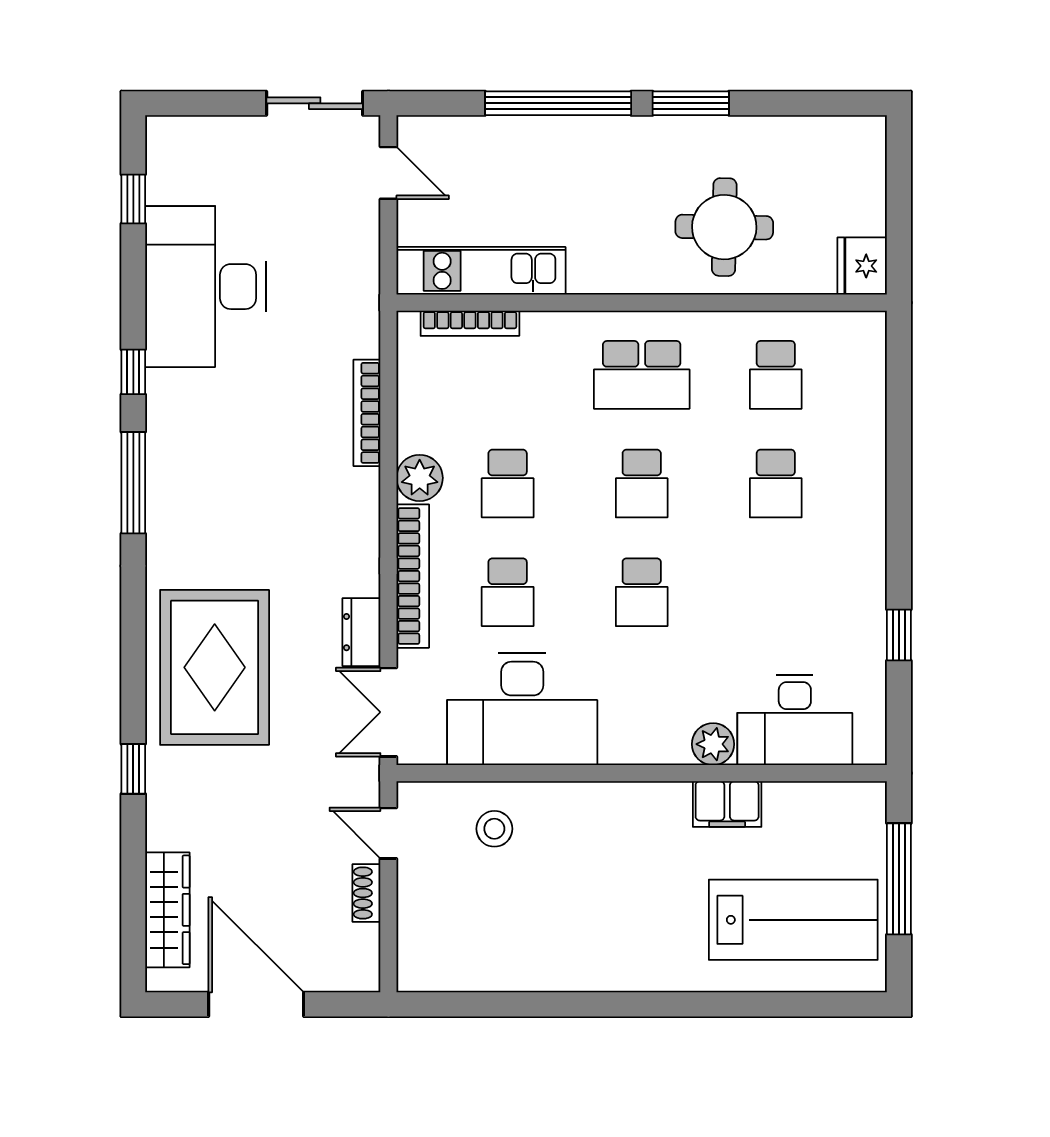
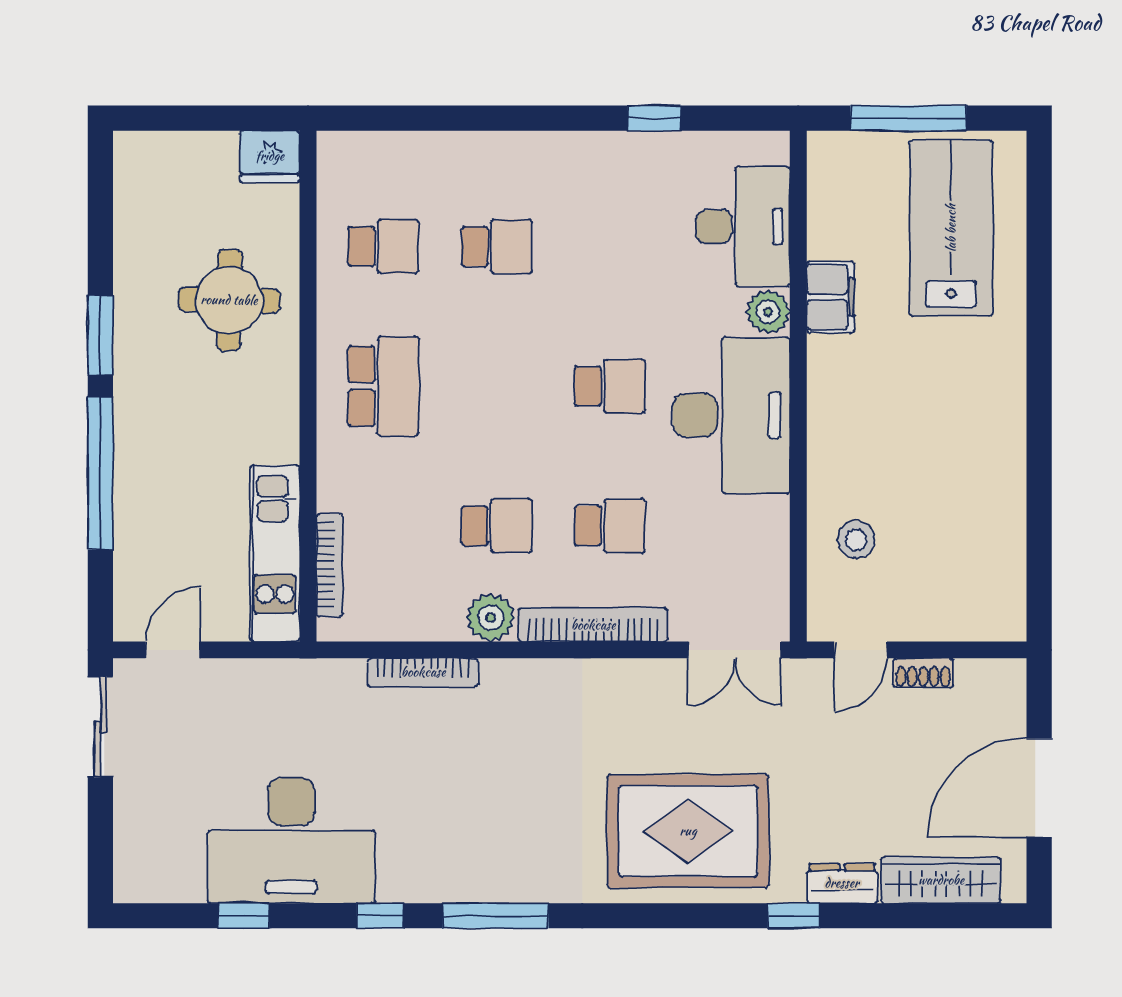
window: (133, 199) -> (244, 916), moved
school desk: (642, 484) -> (497, 386), removed
dresser: (361, 632) -> (842, 883), moved, turned 180
desk: (522, 709) -> (731, 415), moved

